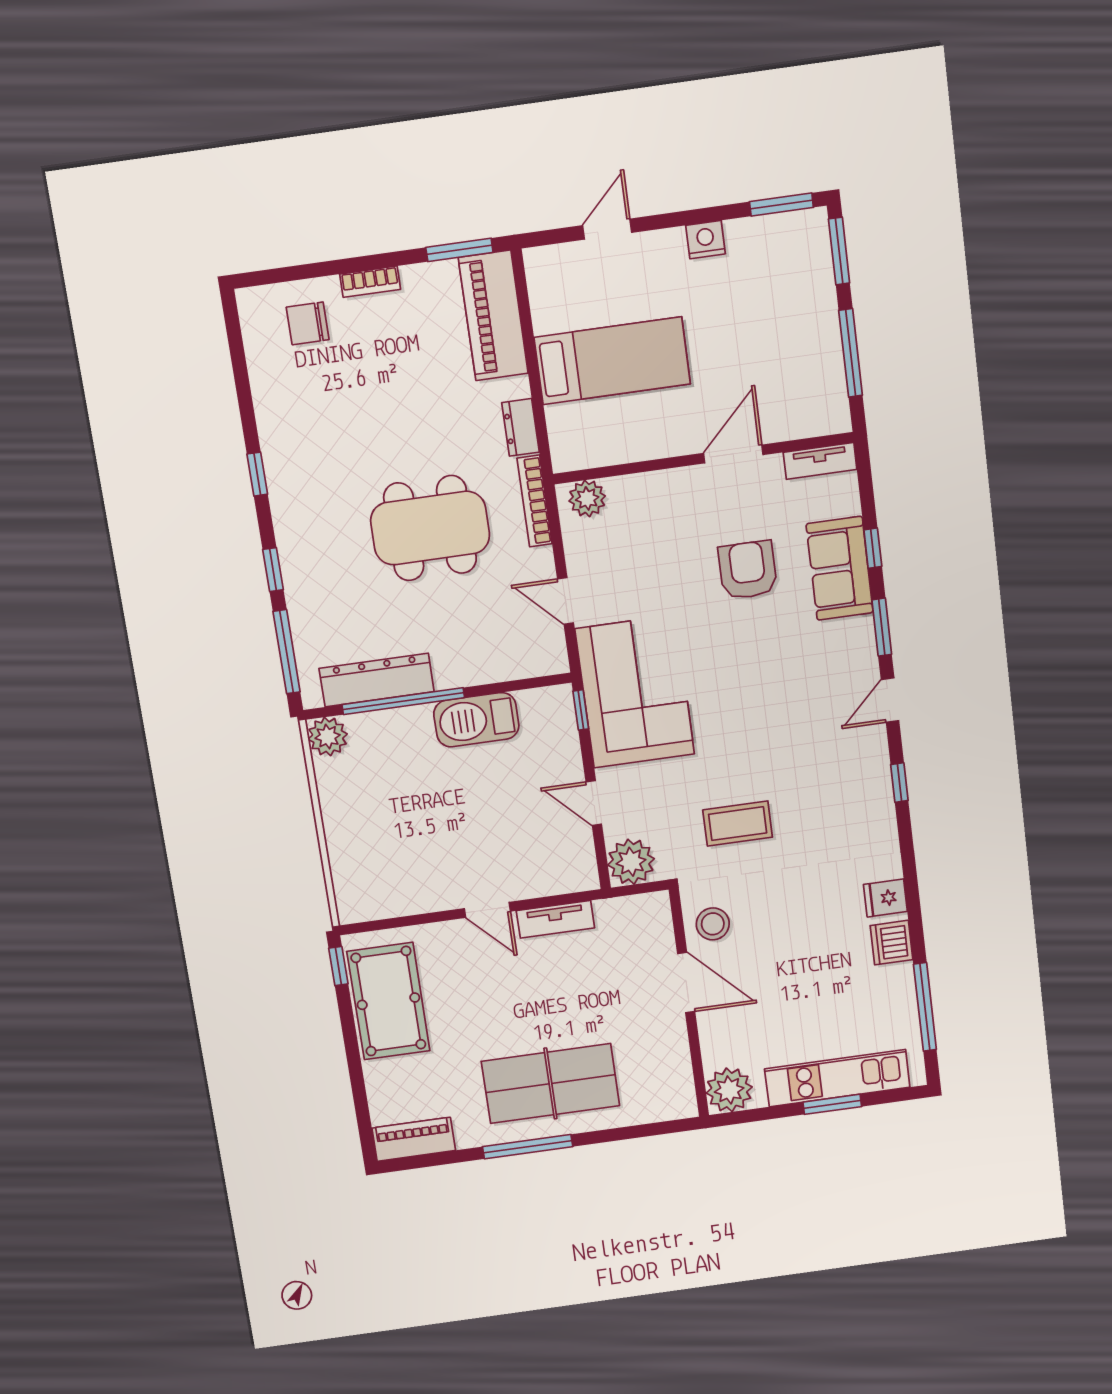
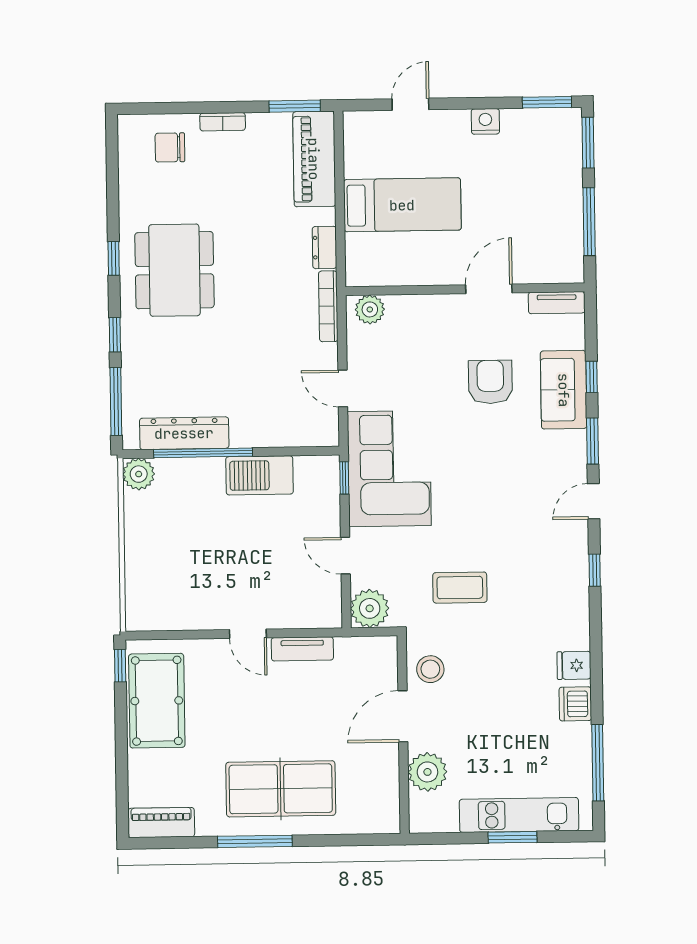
dining table: (430, 528) -> (174, 270), moved, turned 90
door: (686, 983) -> (403, 716), swing flipped
plant: (729, 1090) -> (427, 772), moved

